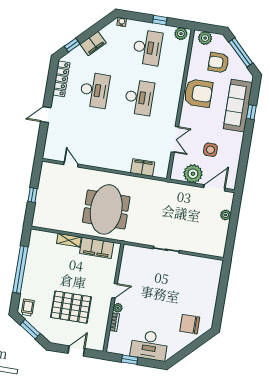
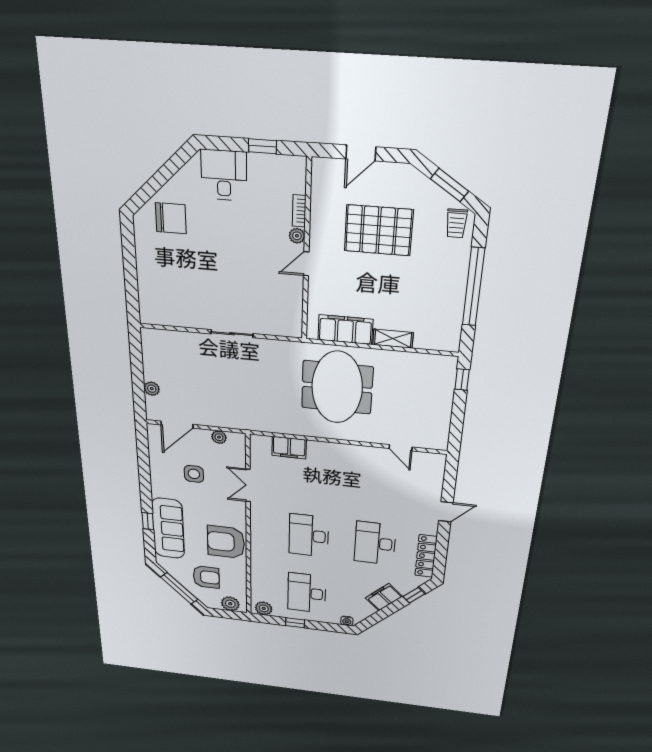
plant: (193, 174) -> (219, 437), width x0.53, depth x0.53
window: (33, 195) -> (462, 379), moved
desk: (149, 345) -> (224, 175), width x0.73

